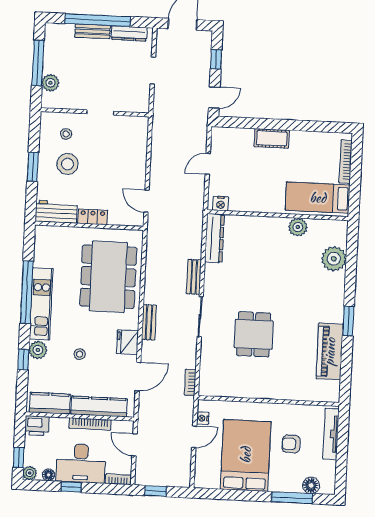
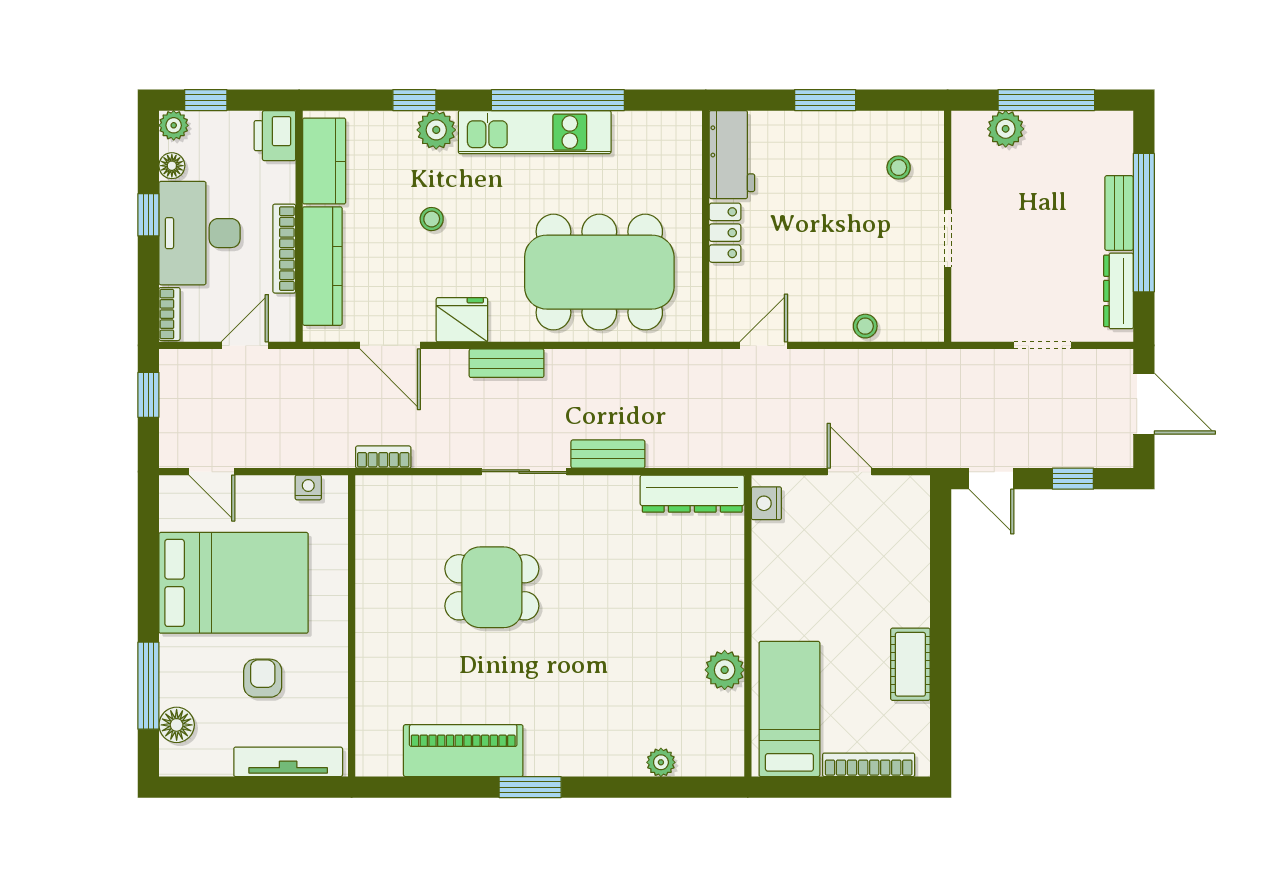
cot: (272, 138) -> (910, 664), moved
stool: (68, 164) -> (865, 326), moved, width x0.53, depth x0.53
plant: (334, 259) -> (661, 762), width x0.53, depth x0.53
door: (194, 437) -> (212, 472), moved

